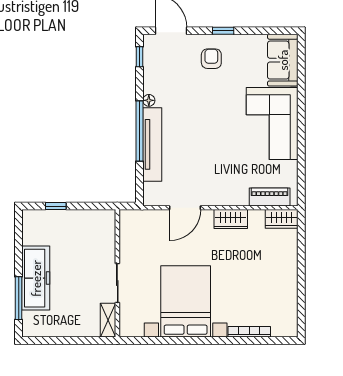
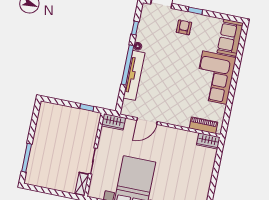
window: (139, 57) -> (135, 28), moved
window: (56, 206) -> (87, 108), moved
wardrobe: (231, 219) -> (113, 122), moved
freezer: (36, 278) -> (40, 147), removed

